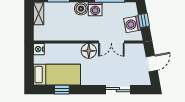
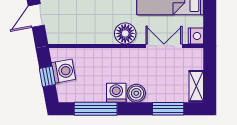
double door: (111, 42) -> (164, 46), moved

